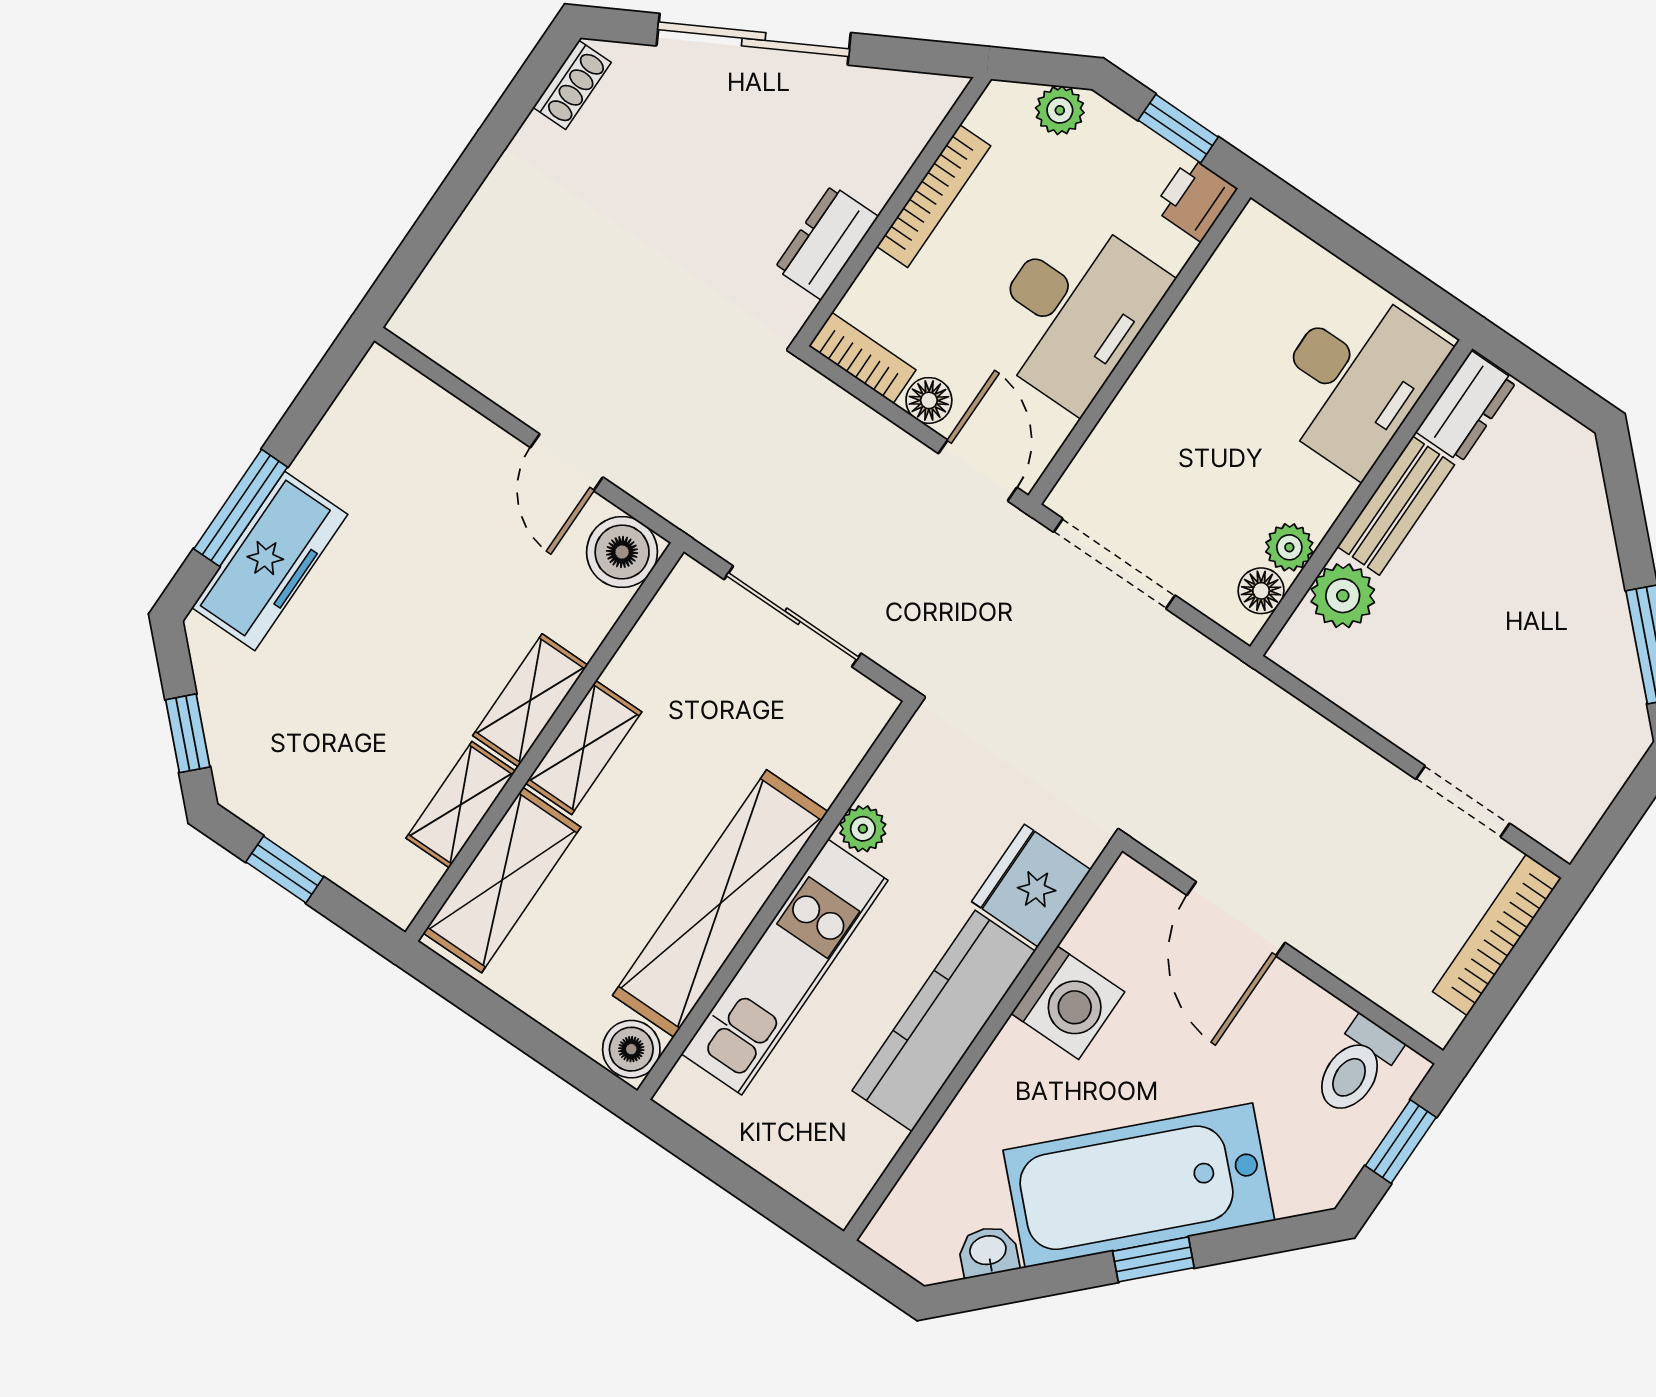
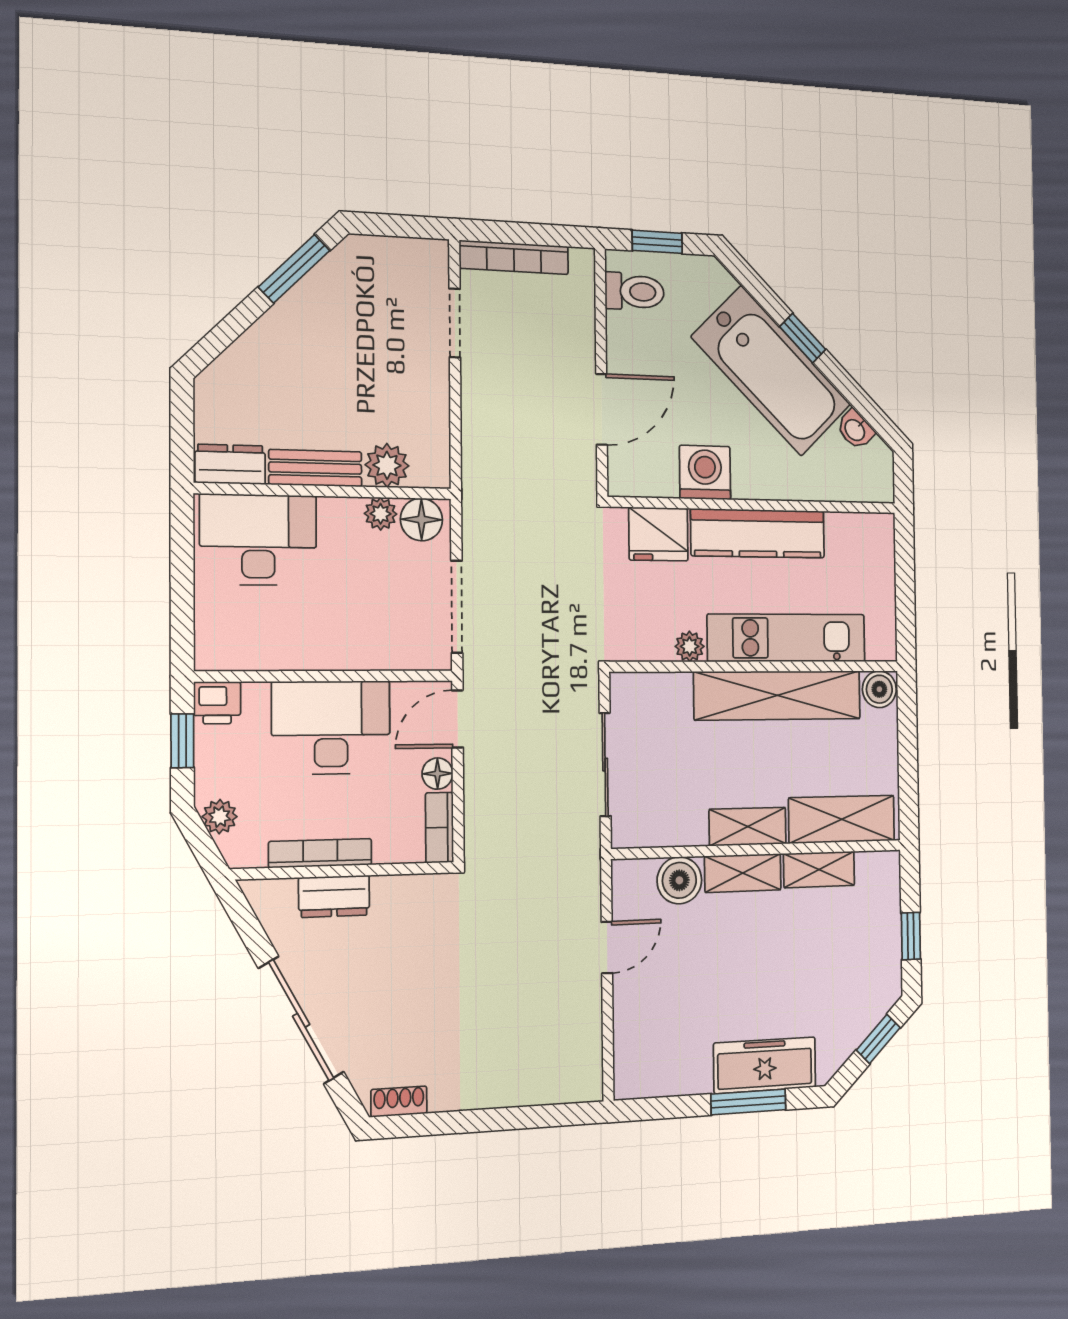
dresser: (826, 242) -> (334, 896), moved
boiler: (622, 552) -> (679, 880), moved
floor lamp: (1261, 591) -> (421, 520), width x1.37, depth x1.37

